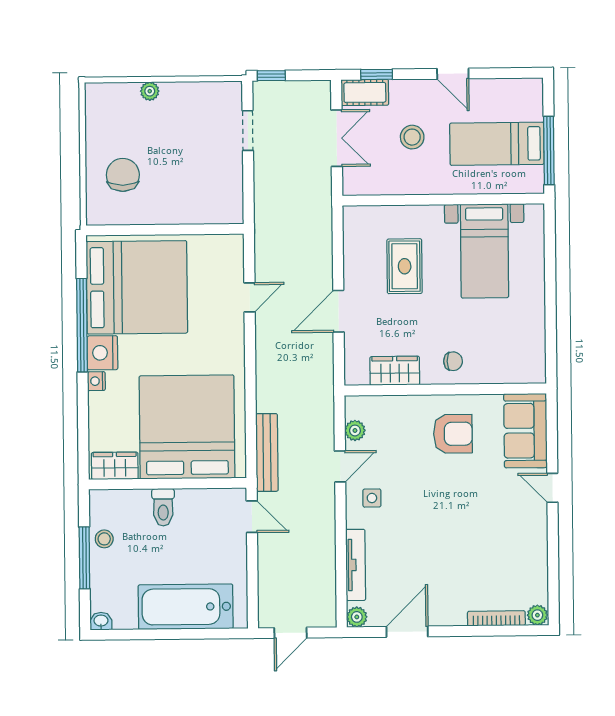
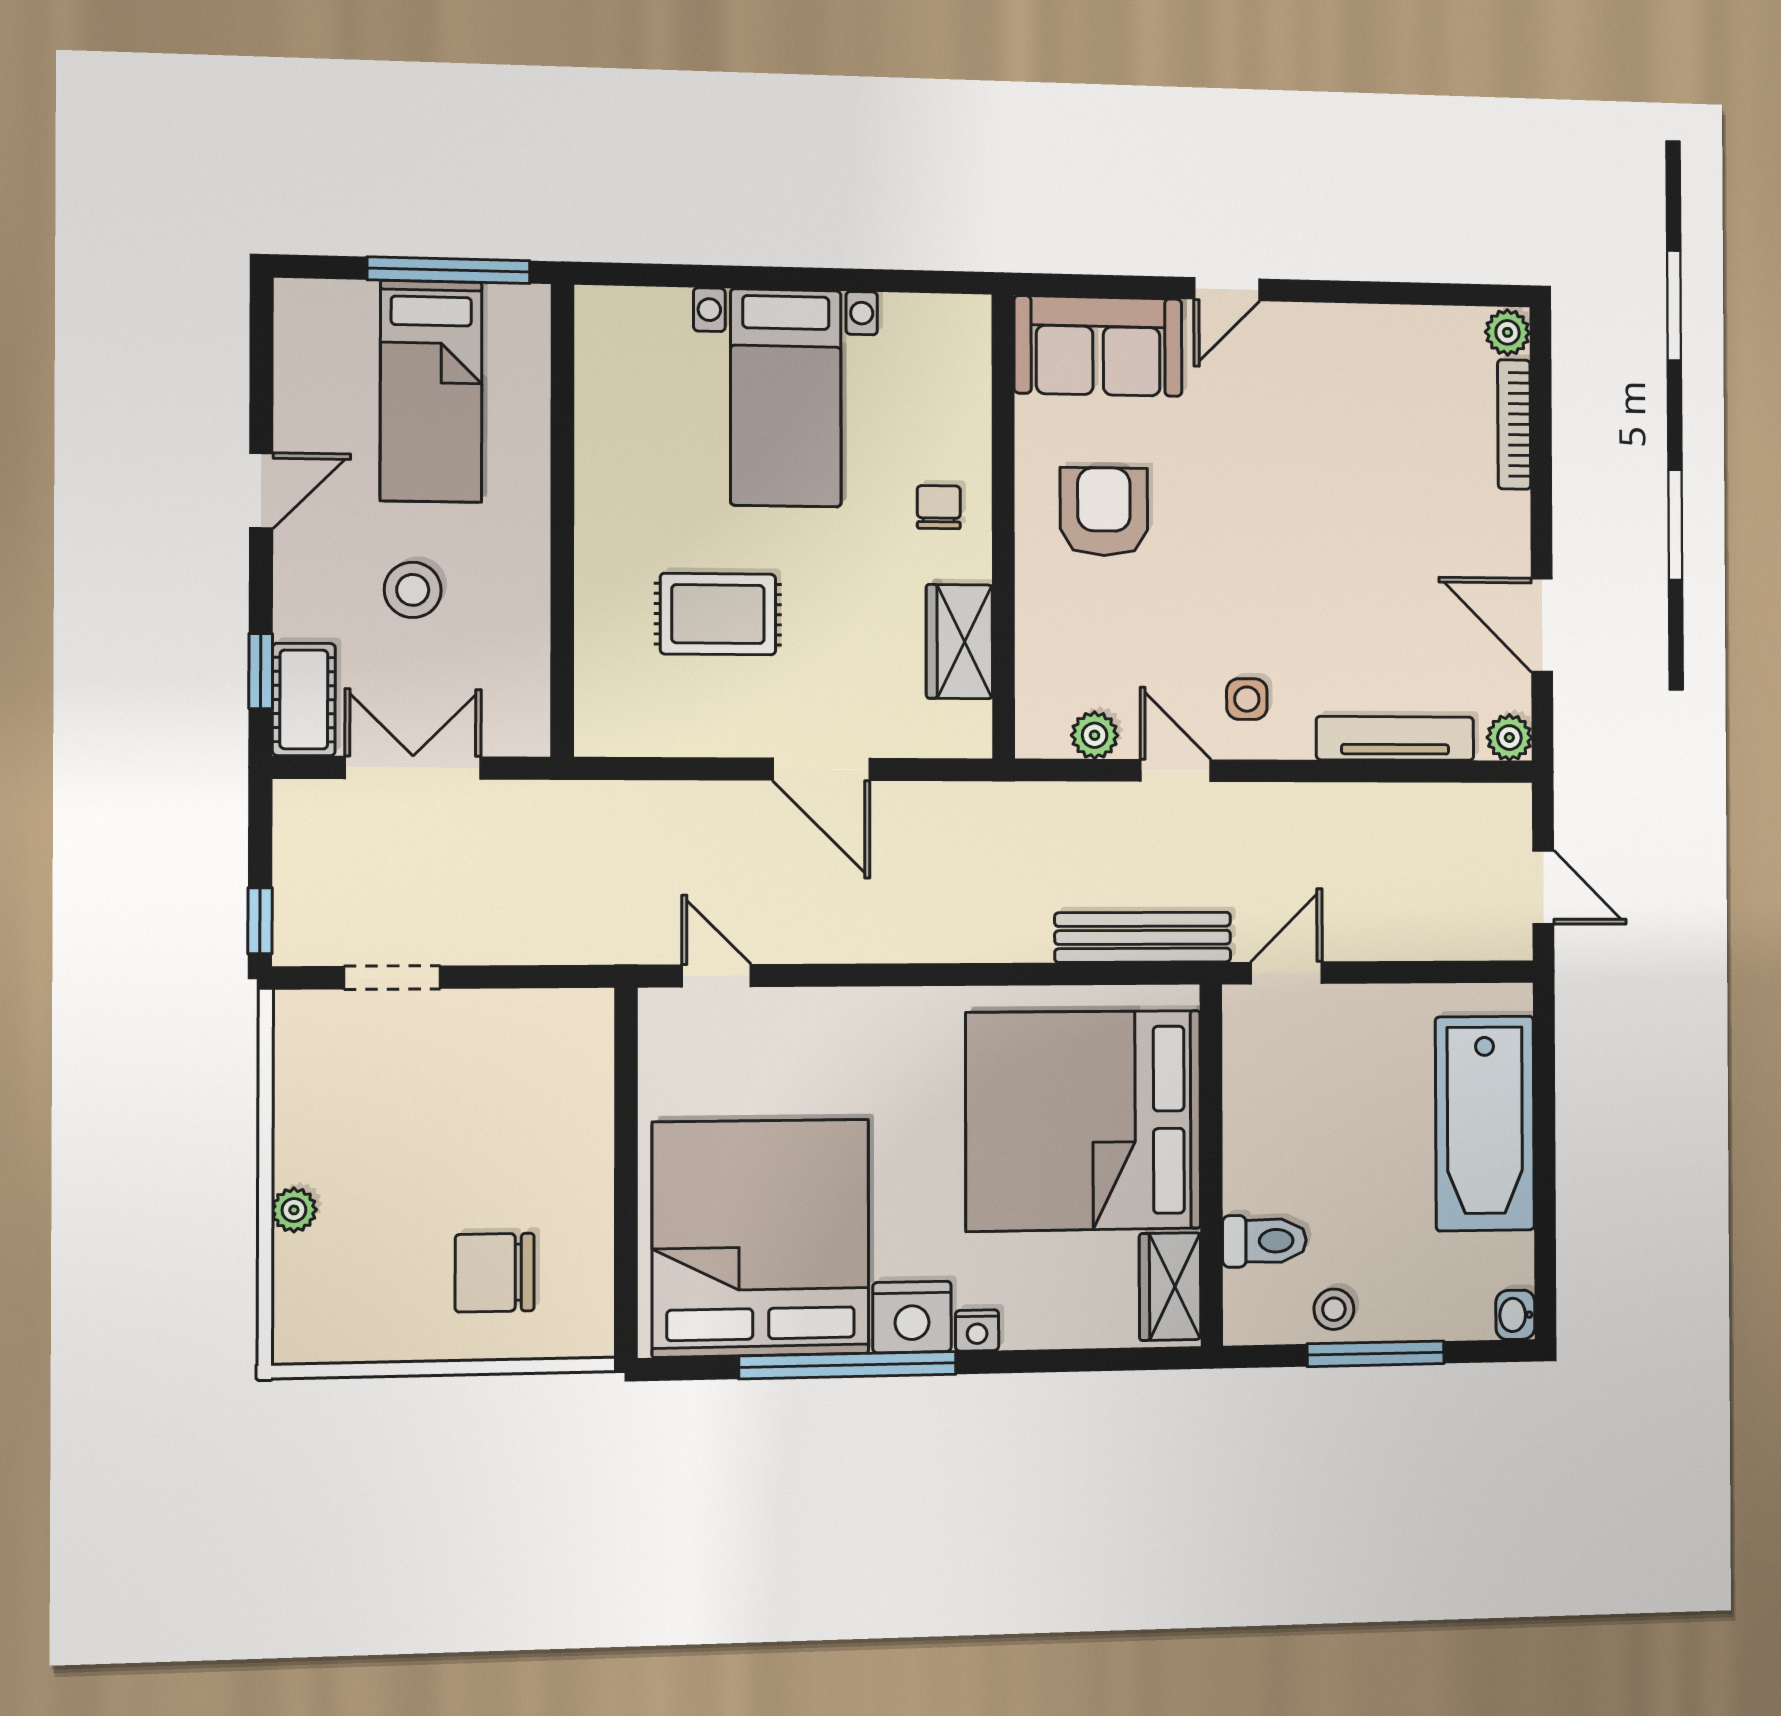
bed with nightstands: (484, 251) -> (786, 398), moved, turned 90
door: (249, 297) -> (716, 976), moved
toilet: (163, 507) -> (1264, 1241), moved

